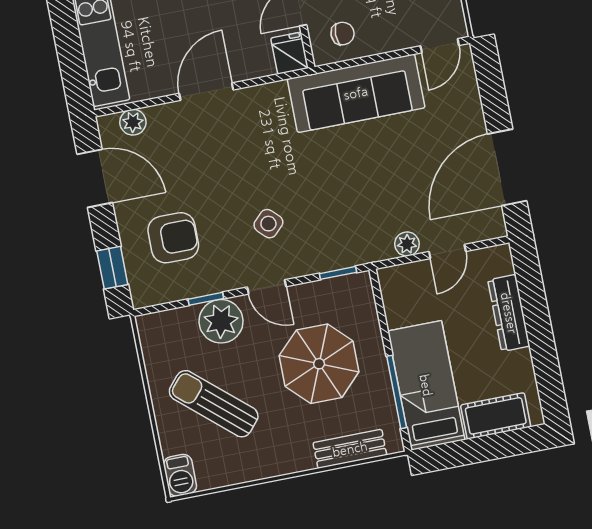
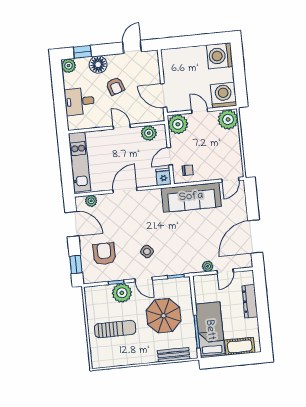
armchair: (173, 238) -> (104, 254), turned -90
sun lounger: (214, 404) -> (115, 329), turned 139
barbecue: (180, 475) -> (97, 359), removed

